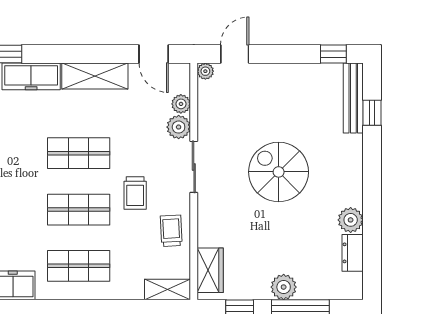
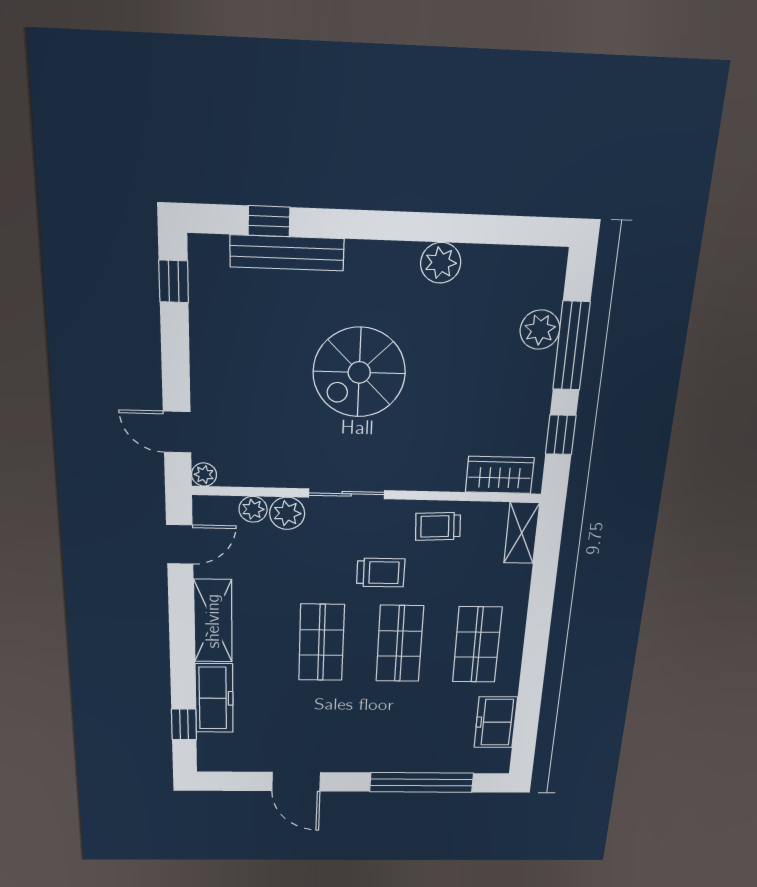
bench: (353, 98) -> (287, 253), moved
dresser: (353, 253) -> (493, 261), removed
plant: (284, 287) -> (540, 330), moved

